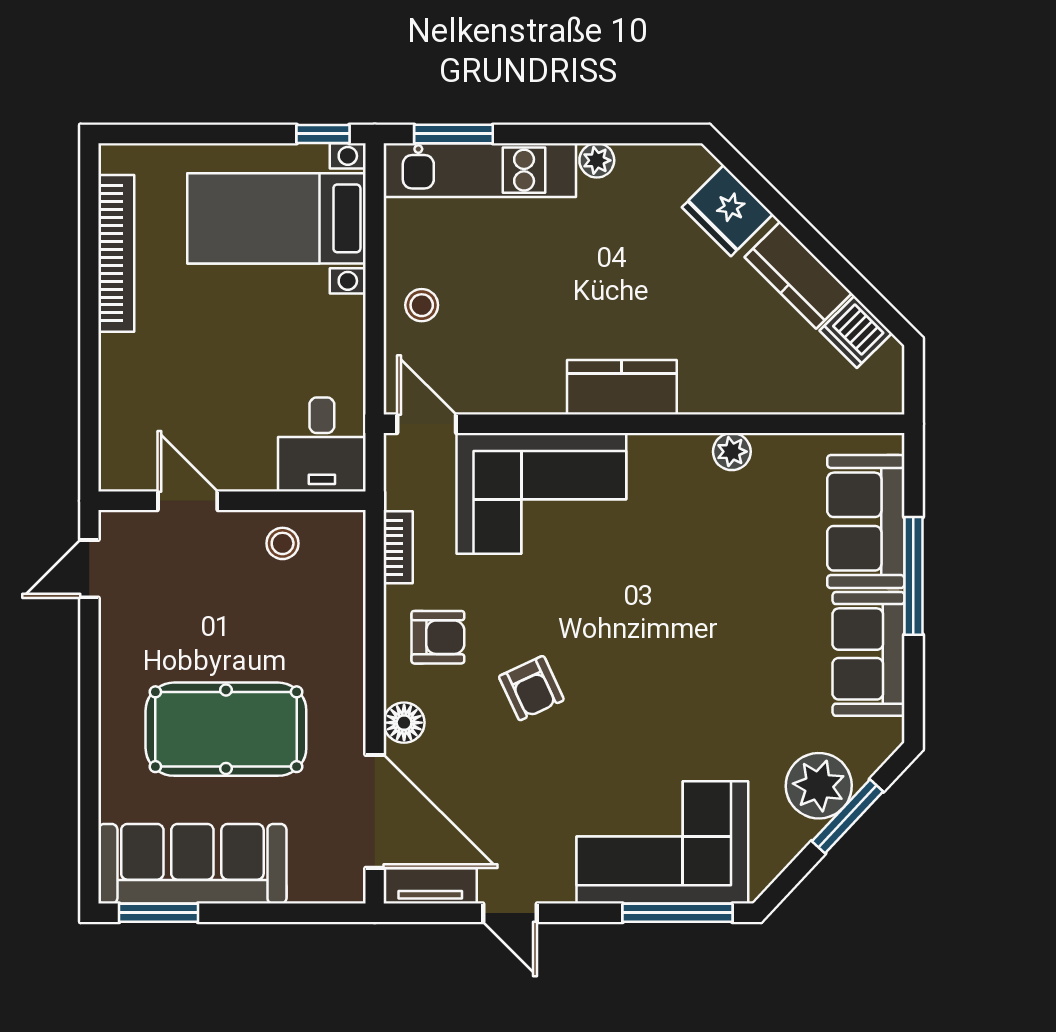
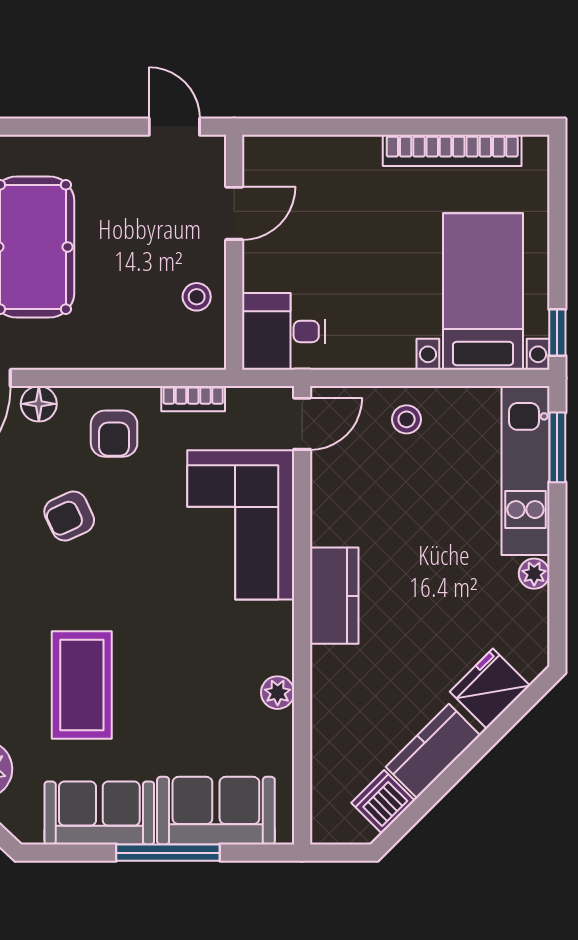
coffee table: (723, 674) -> (82, 685), added

